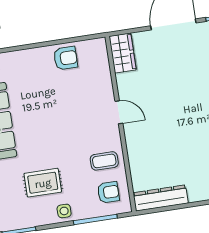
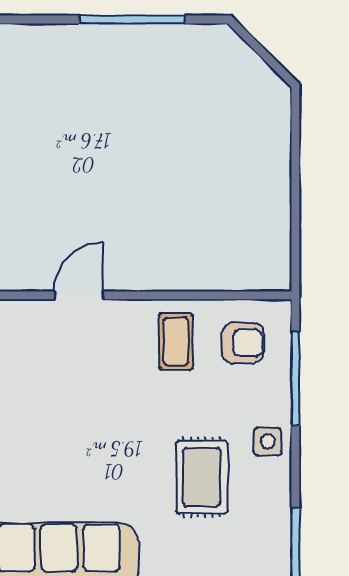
armchair: (108, 192) -> (243, 343), turned 90
dresser: (161, 198) -> (272, 235), removed

